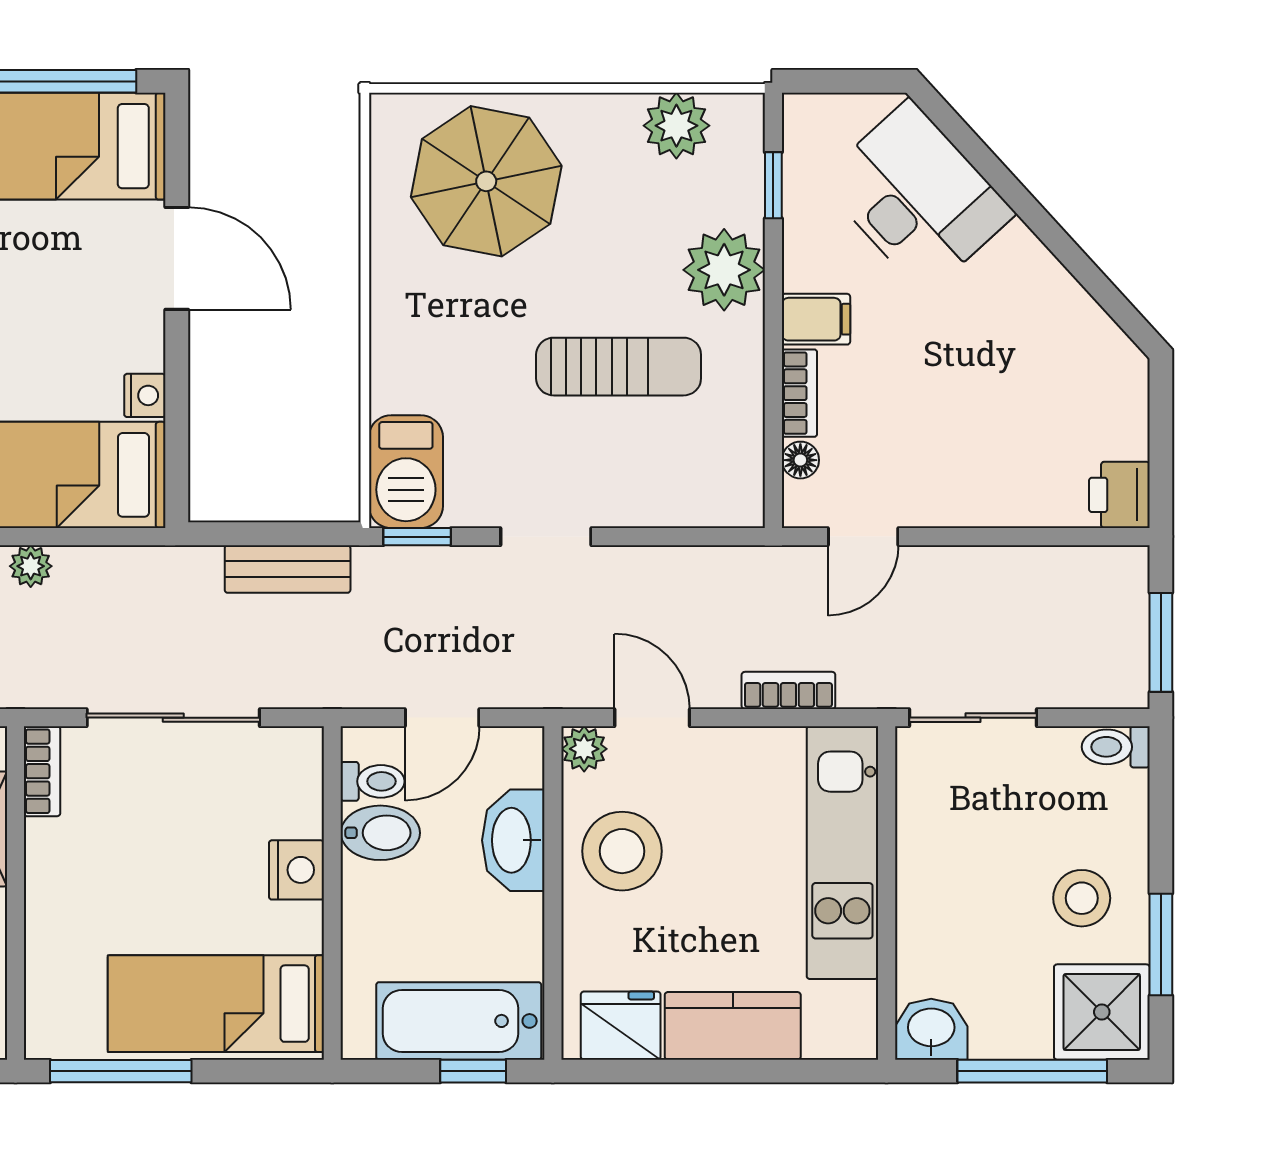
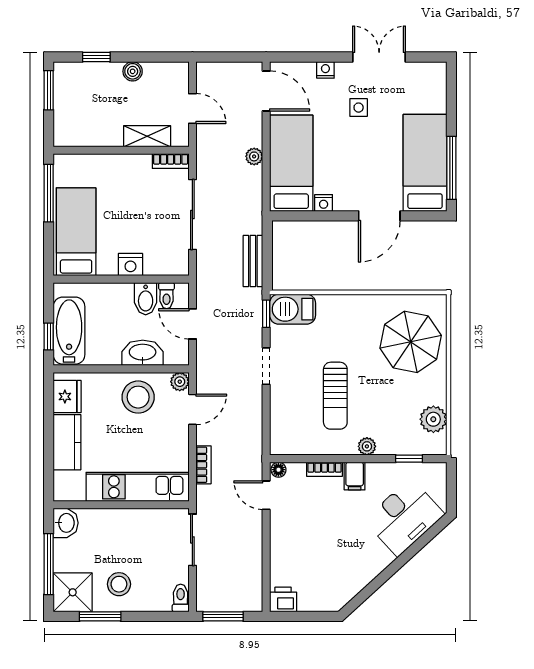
plant: (724, 270) -> (367, 446), width x0.53, depth x0.53
floor lamp: (800, 460) -> (278, 470), moved

